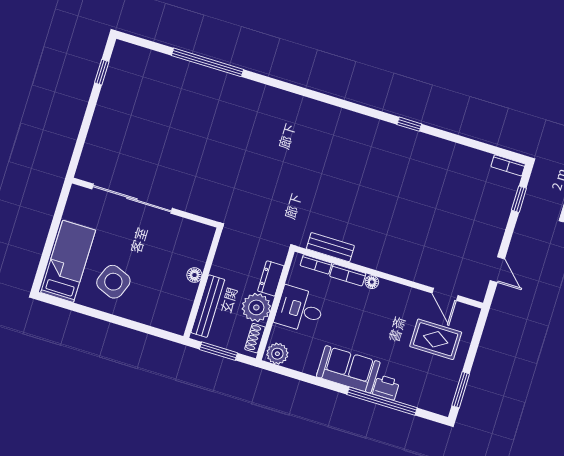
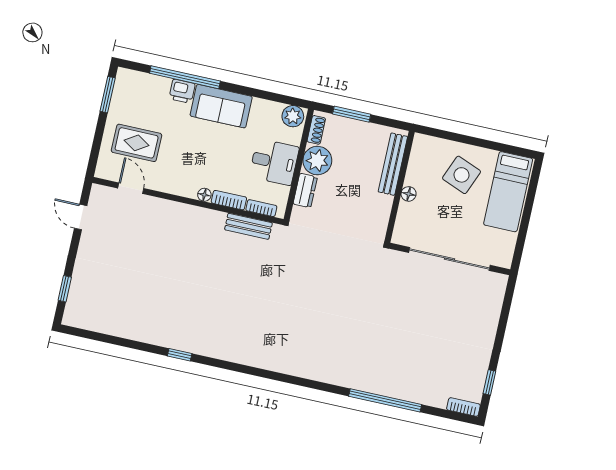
bookcase: (508, 165) -> (463, 407), moved
floor lamp: (194, 275) -> (409, 194), moved
wall: (203, 283) -> (400, 187), moved
bench: (208, 306) -> (393, 164), moved

